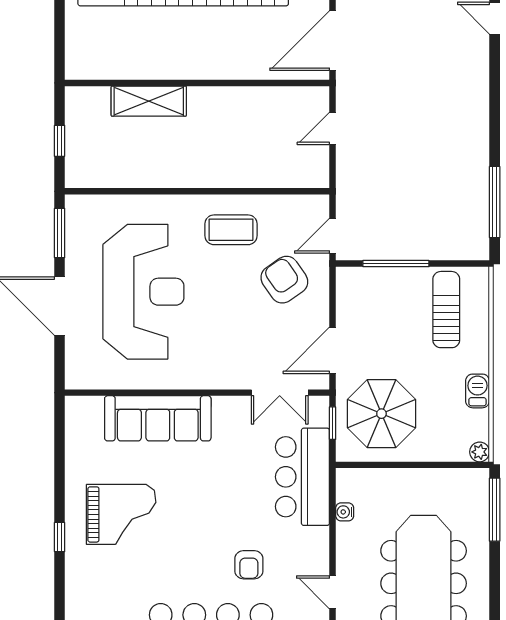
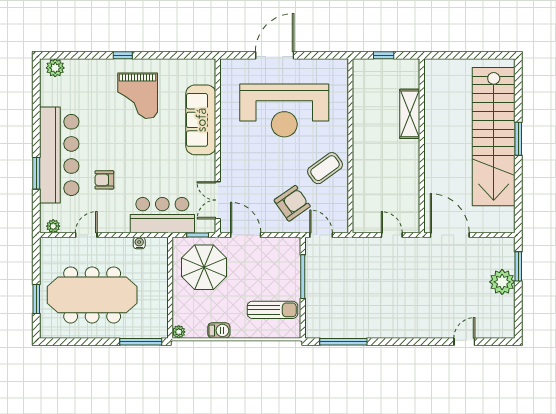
coffee table: (231, 230) -> (325, 168), turned 54
window: (60, 233) -> (323, 55), removed

